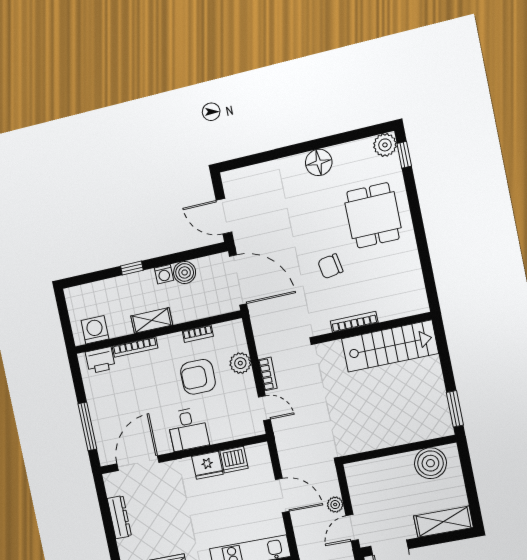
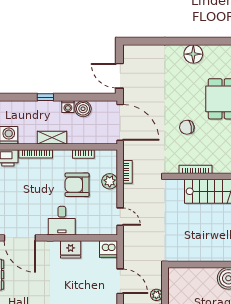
bookcase: (268, 374) -> (128, 172), moved
dishwasher: (234, 460) -> (108, 249), moved
door: (138, 463) -> (20, 238), swing flipped

